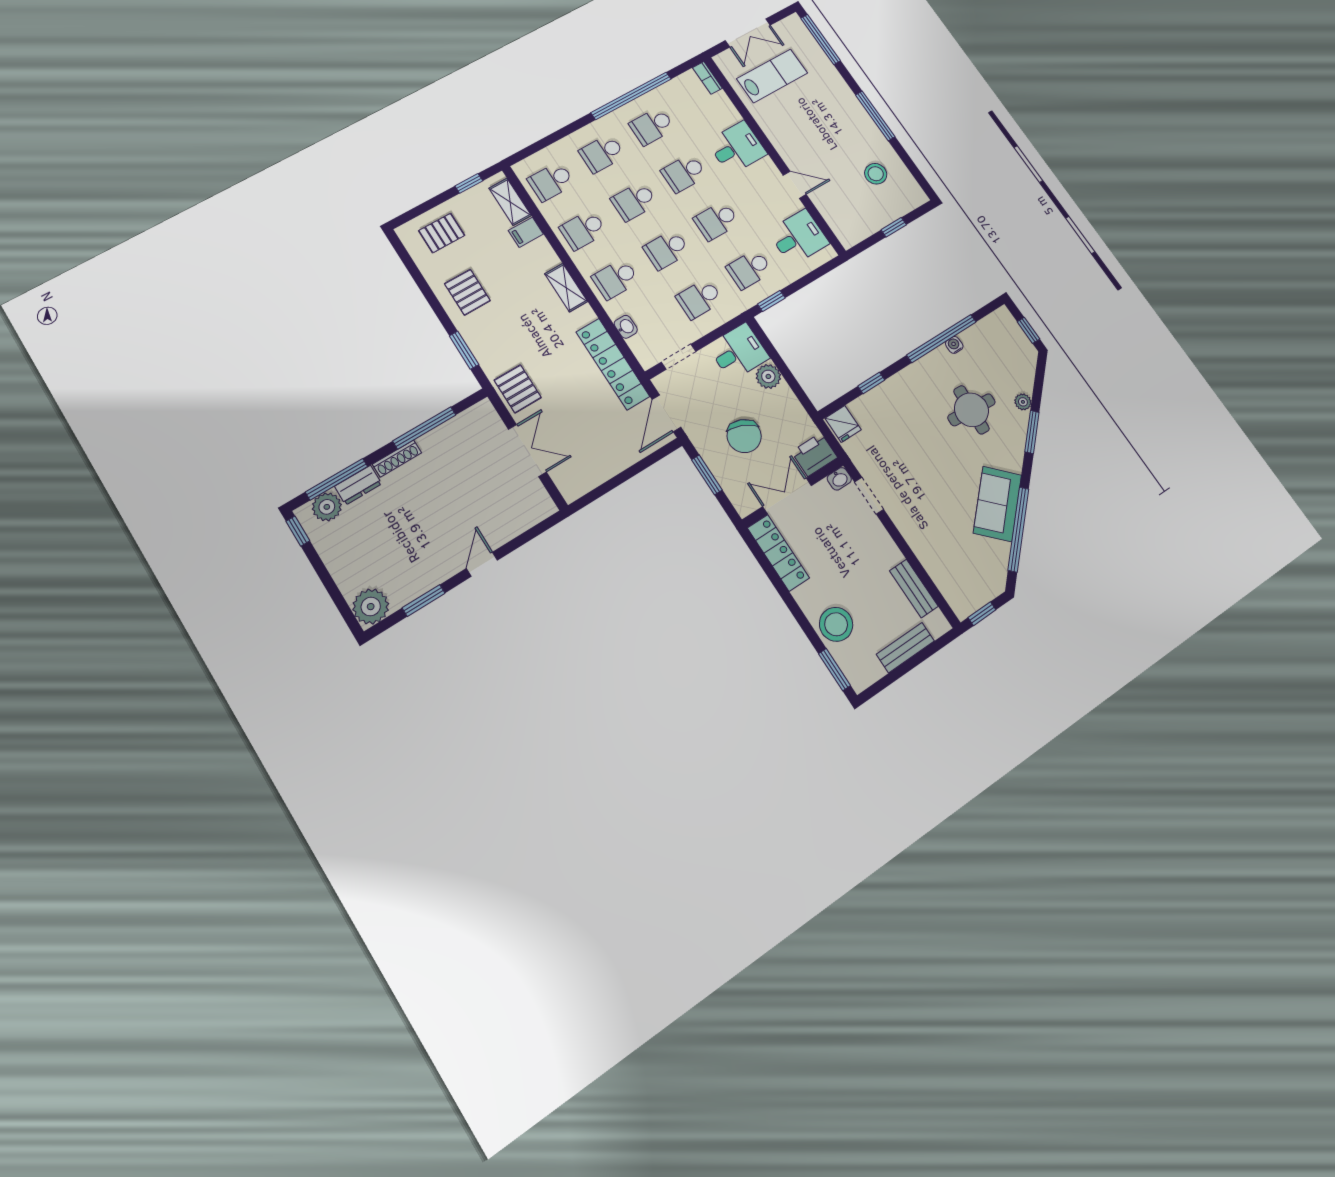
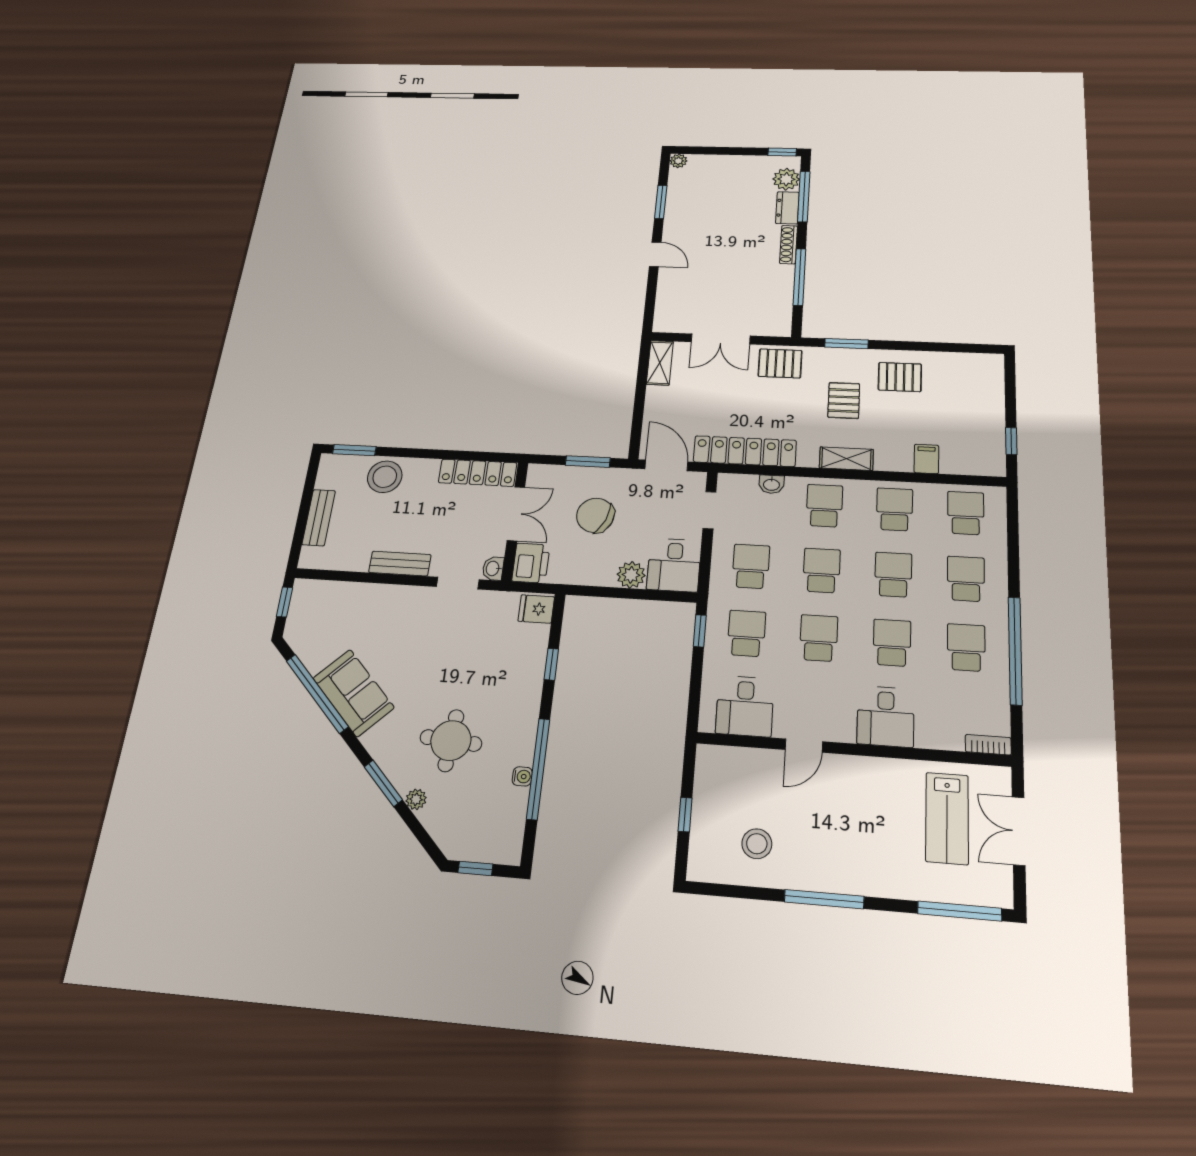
shelving: (510, 202) -> (660, 363), moved, turned 90
pallet: (442, 233) -> (844, 400), moved
bench: (914, 588) -> (400, 564), moved
plant: (371, 607) -> (678, 161), width x0.53, depth x0.53

